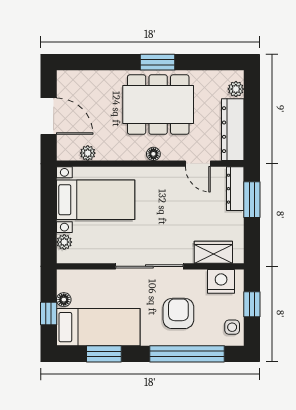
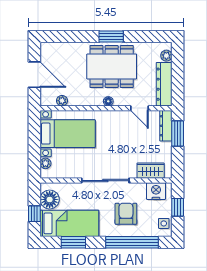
floor lamp: (64, 300) -> (50, 199), width x1.89, depth x1.89

